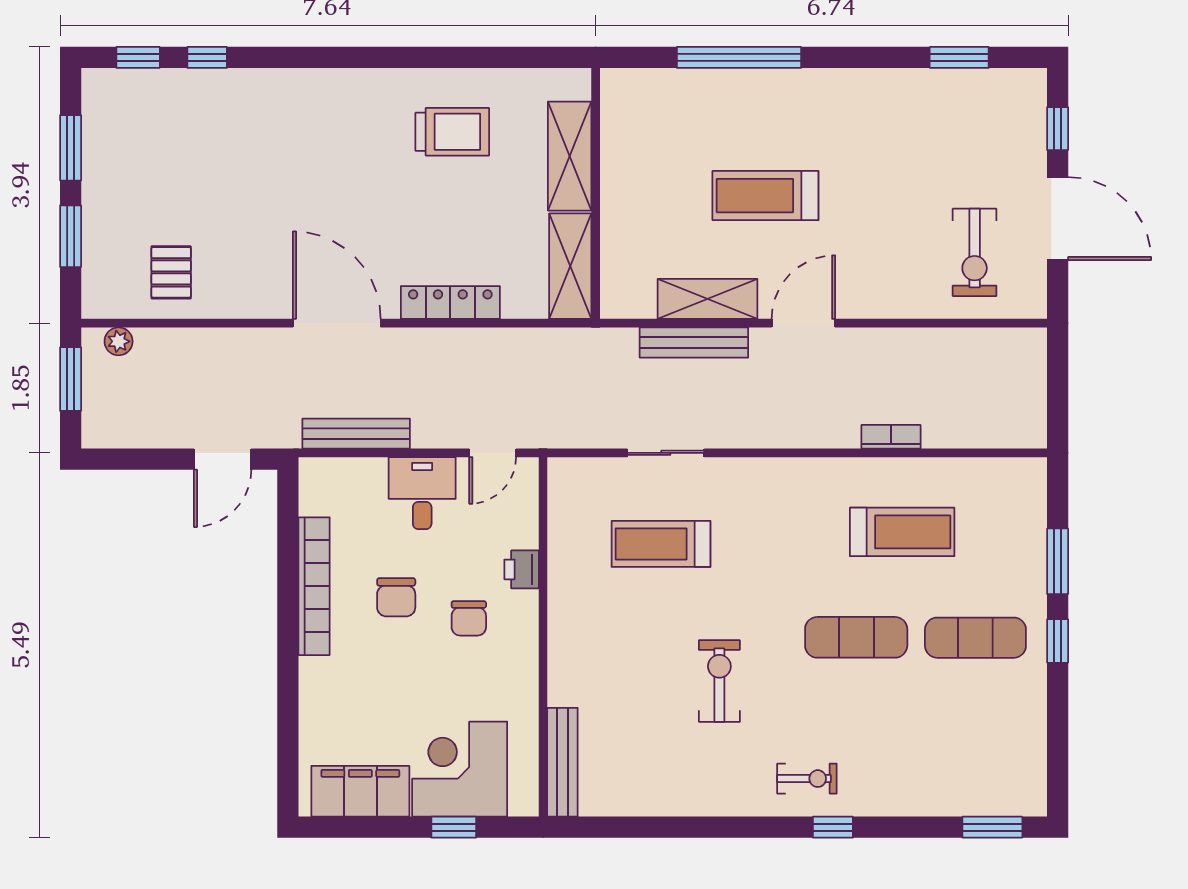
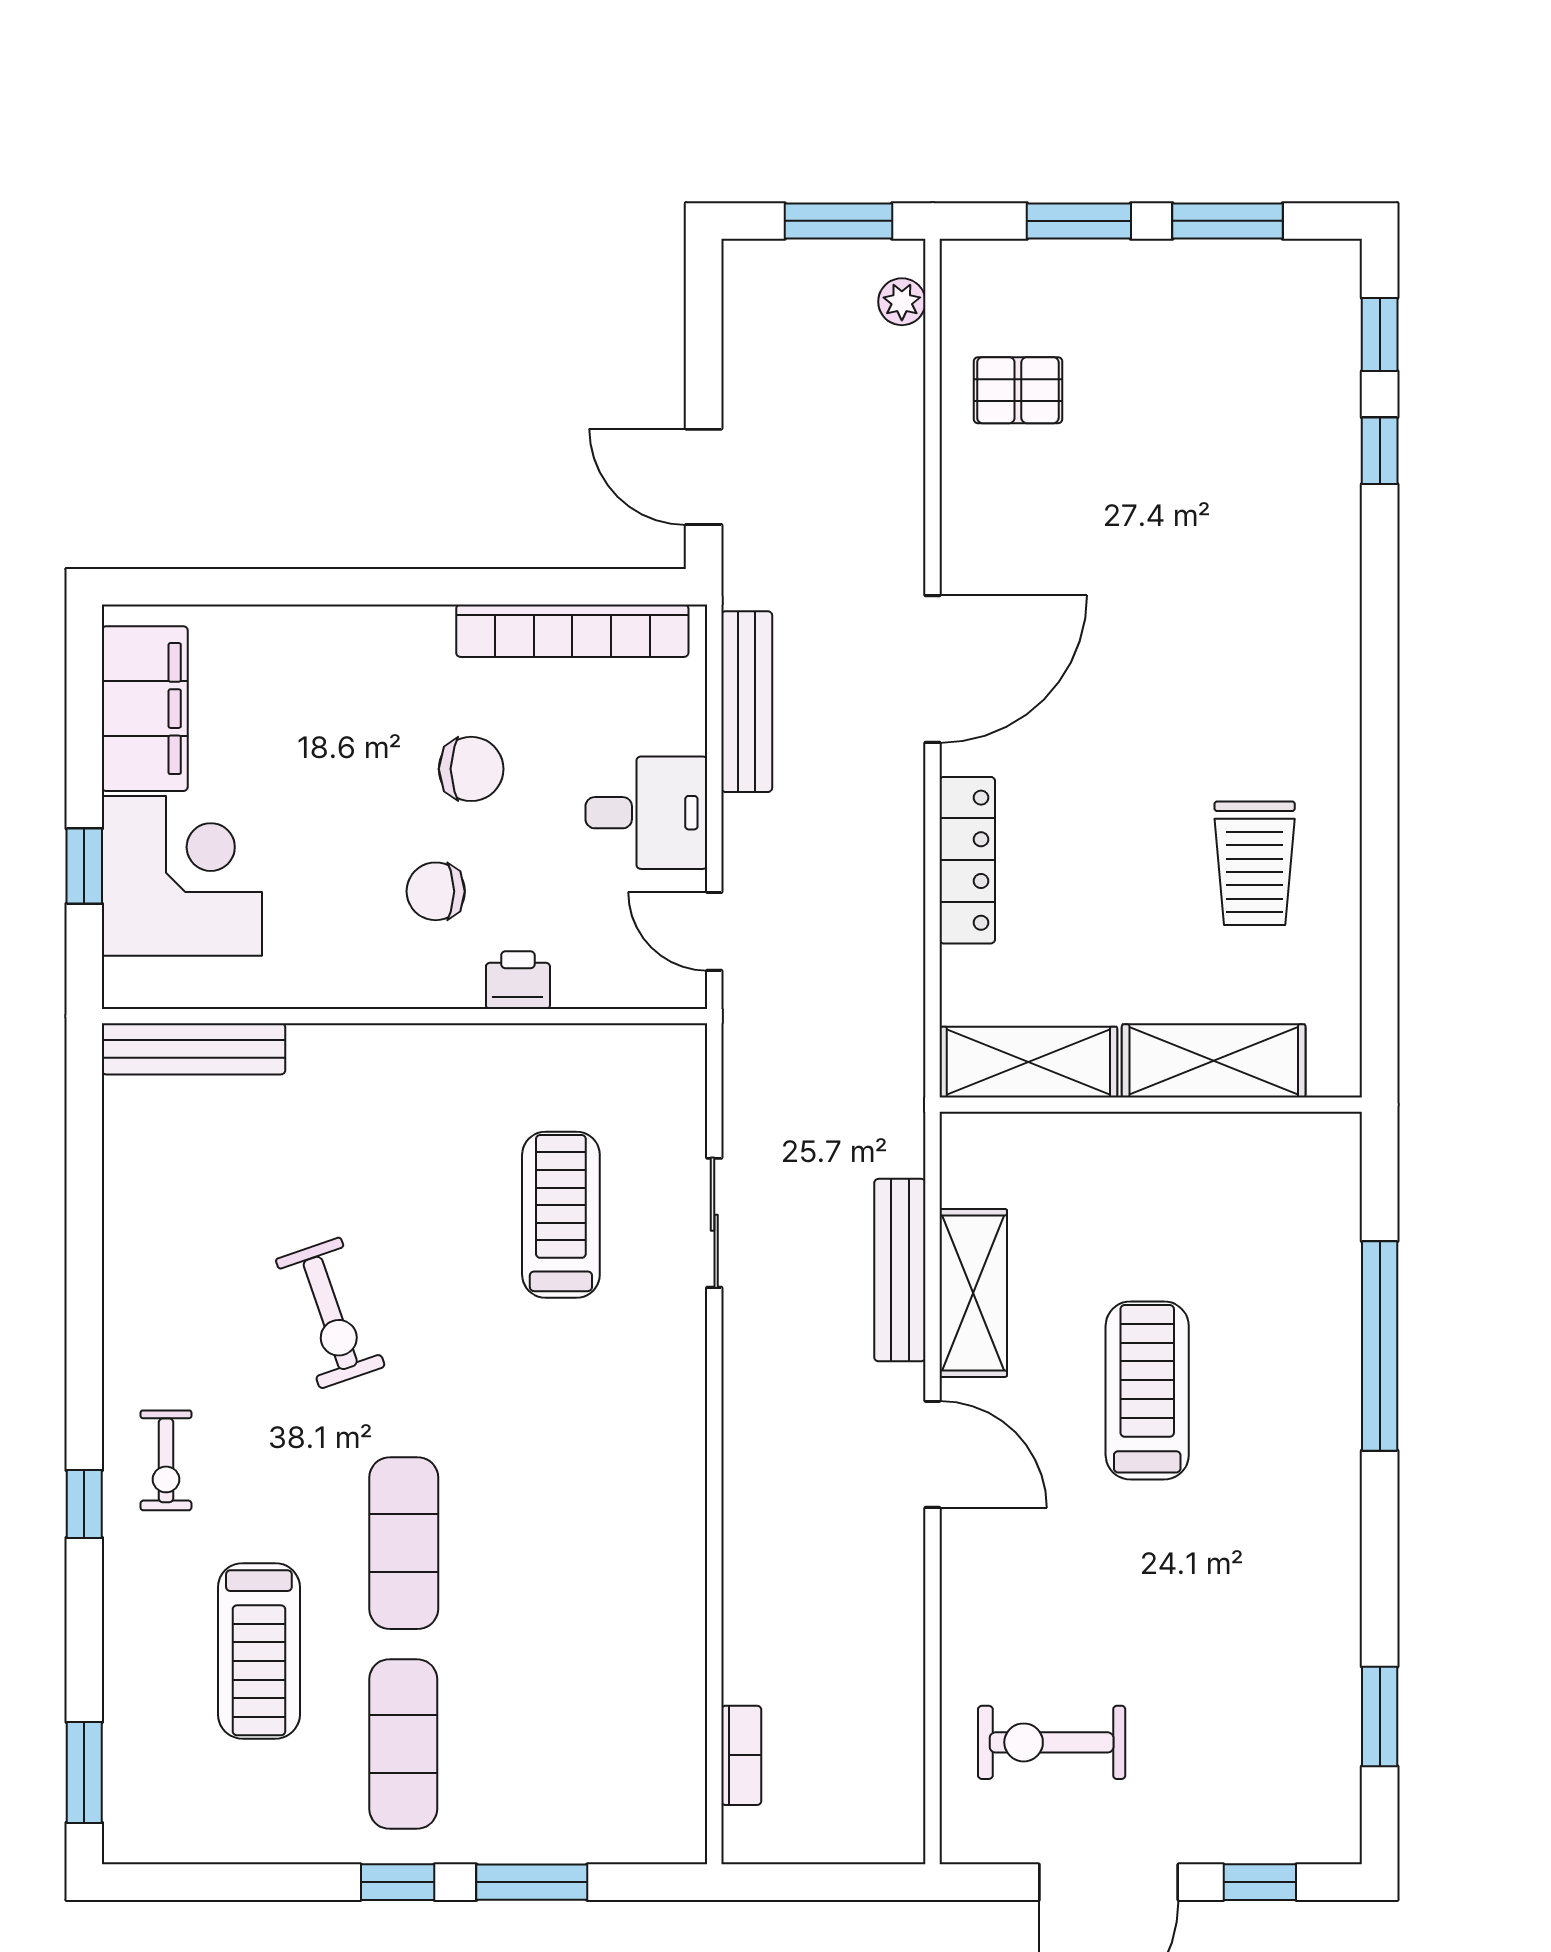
bookcase: (891, 437) -> (741, 1755), moved
treadmill: (902, 532) -> (259, 1651), moved
bookcase: (314, 586) -> (572, 631), moved
chair: (396, 597) -> (471, 769), turned 180
exercise bike: (719, 681) -> (330, 1313), turned 71

